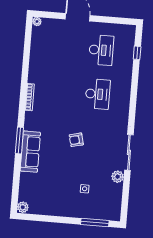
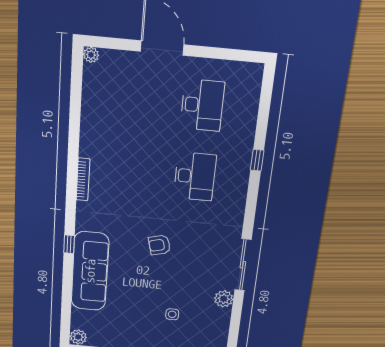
window: (137, 53) -> (257, 160), moved
window: (19, 140) -> (69, 244), width x0.46
sofa: (30, 152) -> (90, 271), width x1.36, depth x1.27

